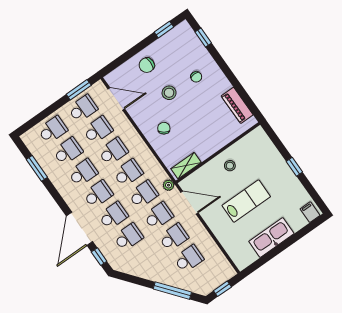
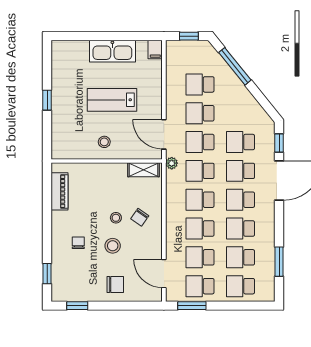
stool: (181, 115) -> (116, 218), added
filing cabinet: (310, 212) -> (155, 50), moved

